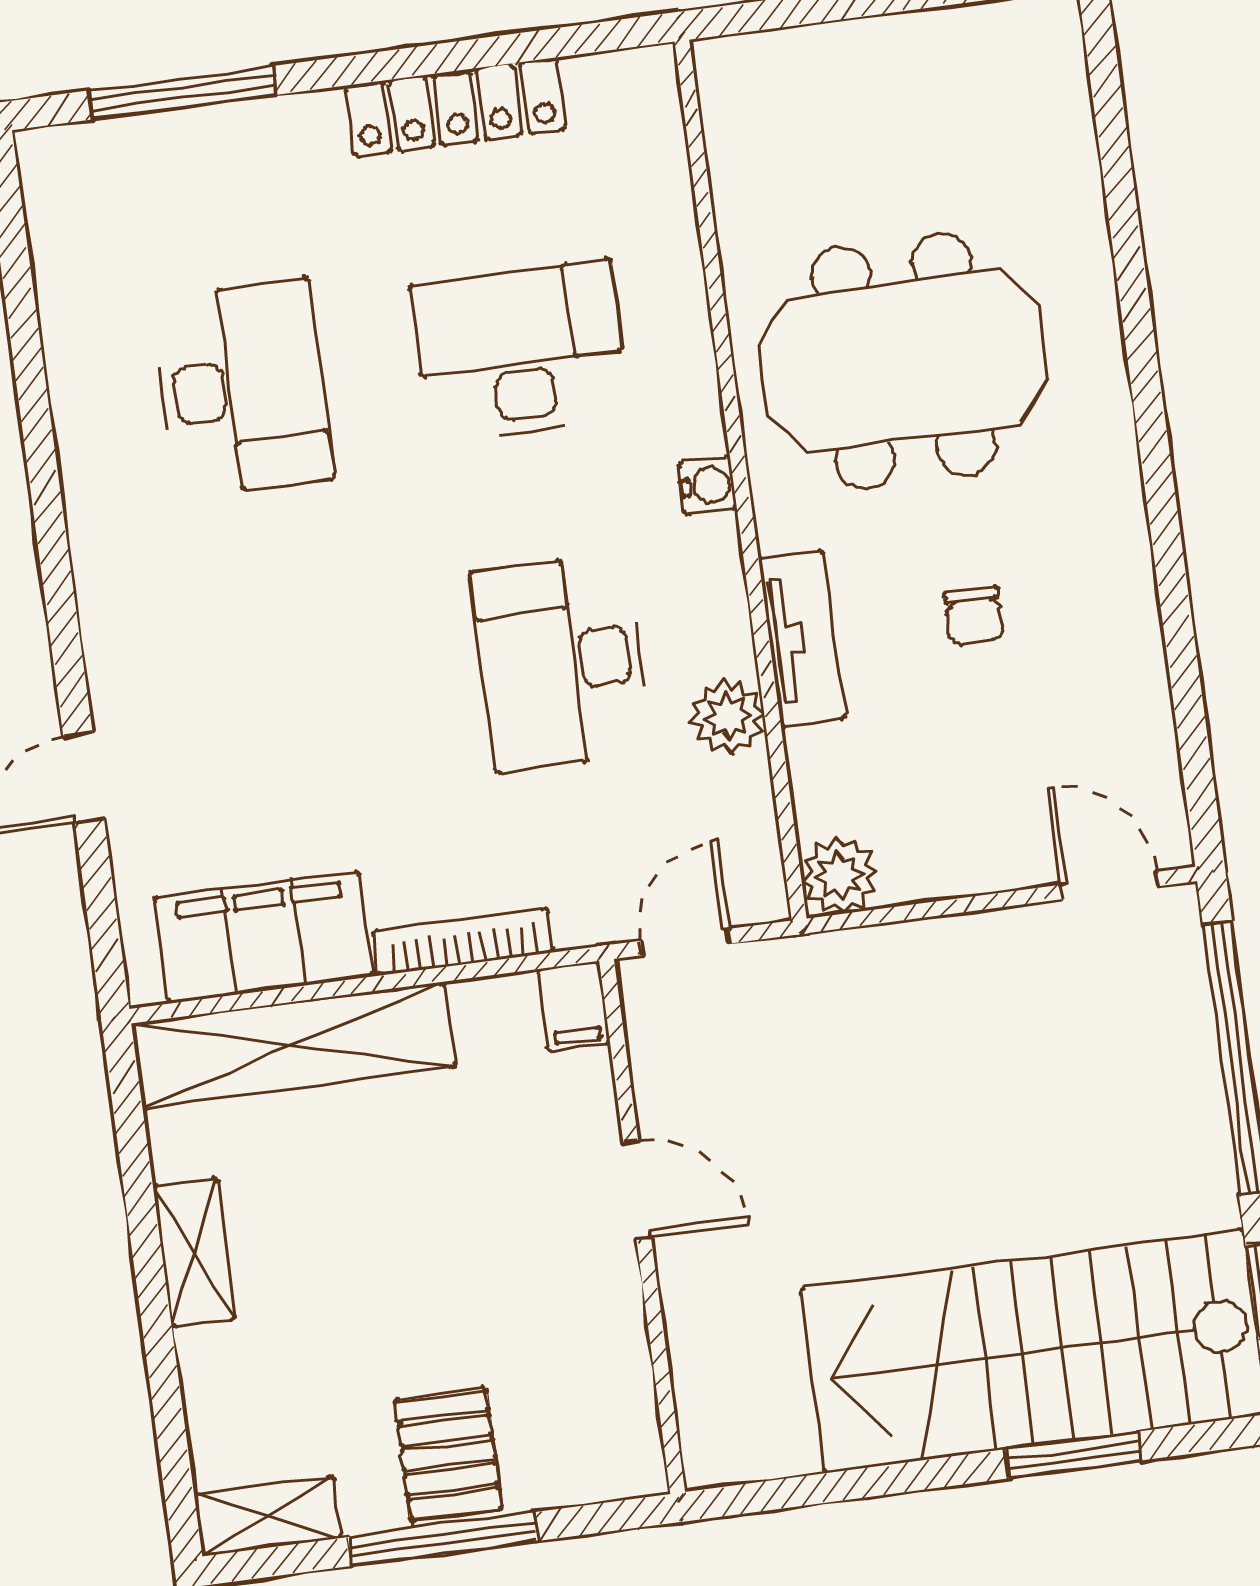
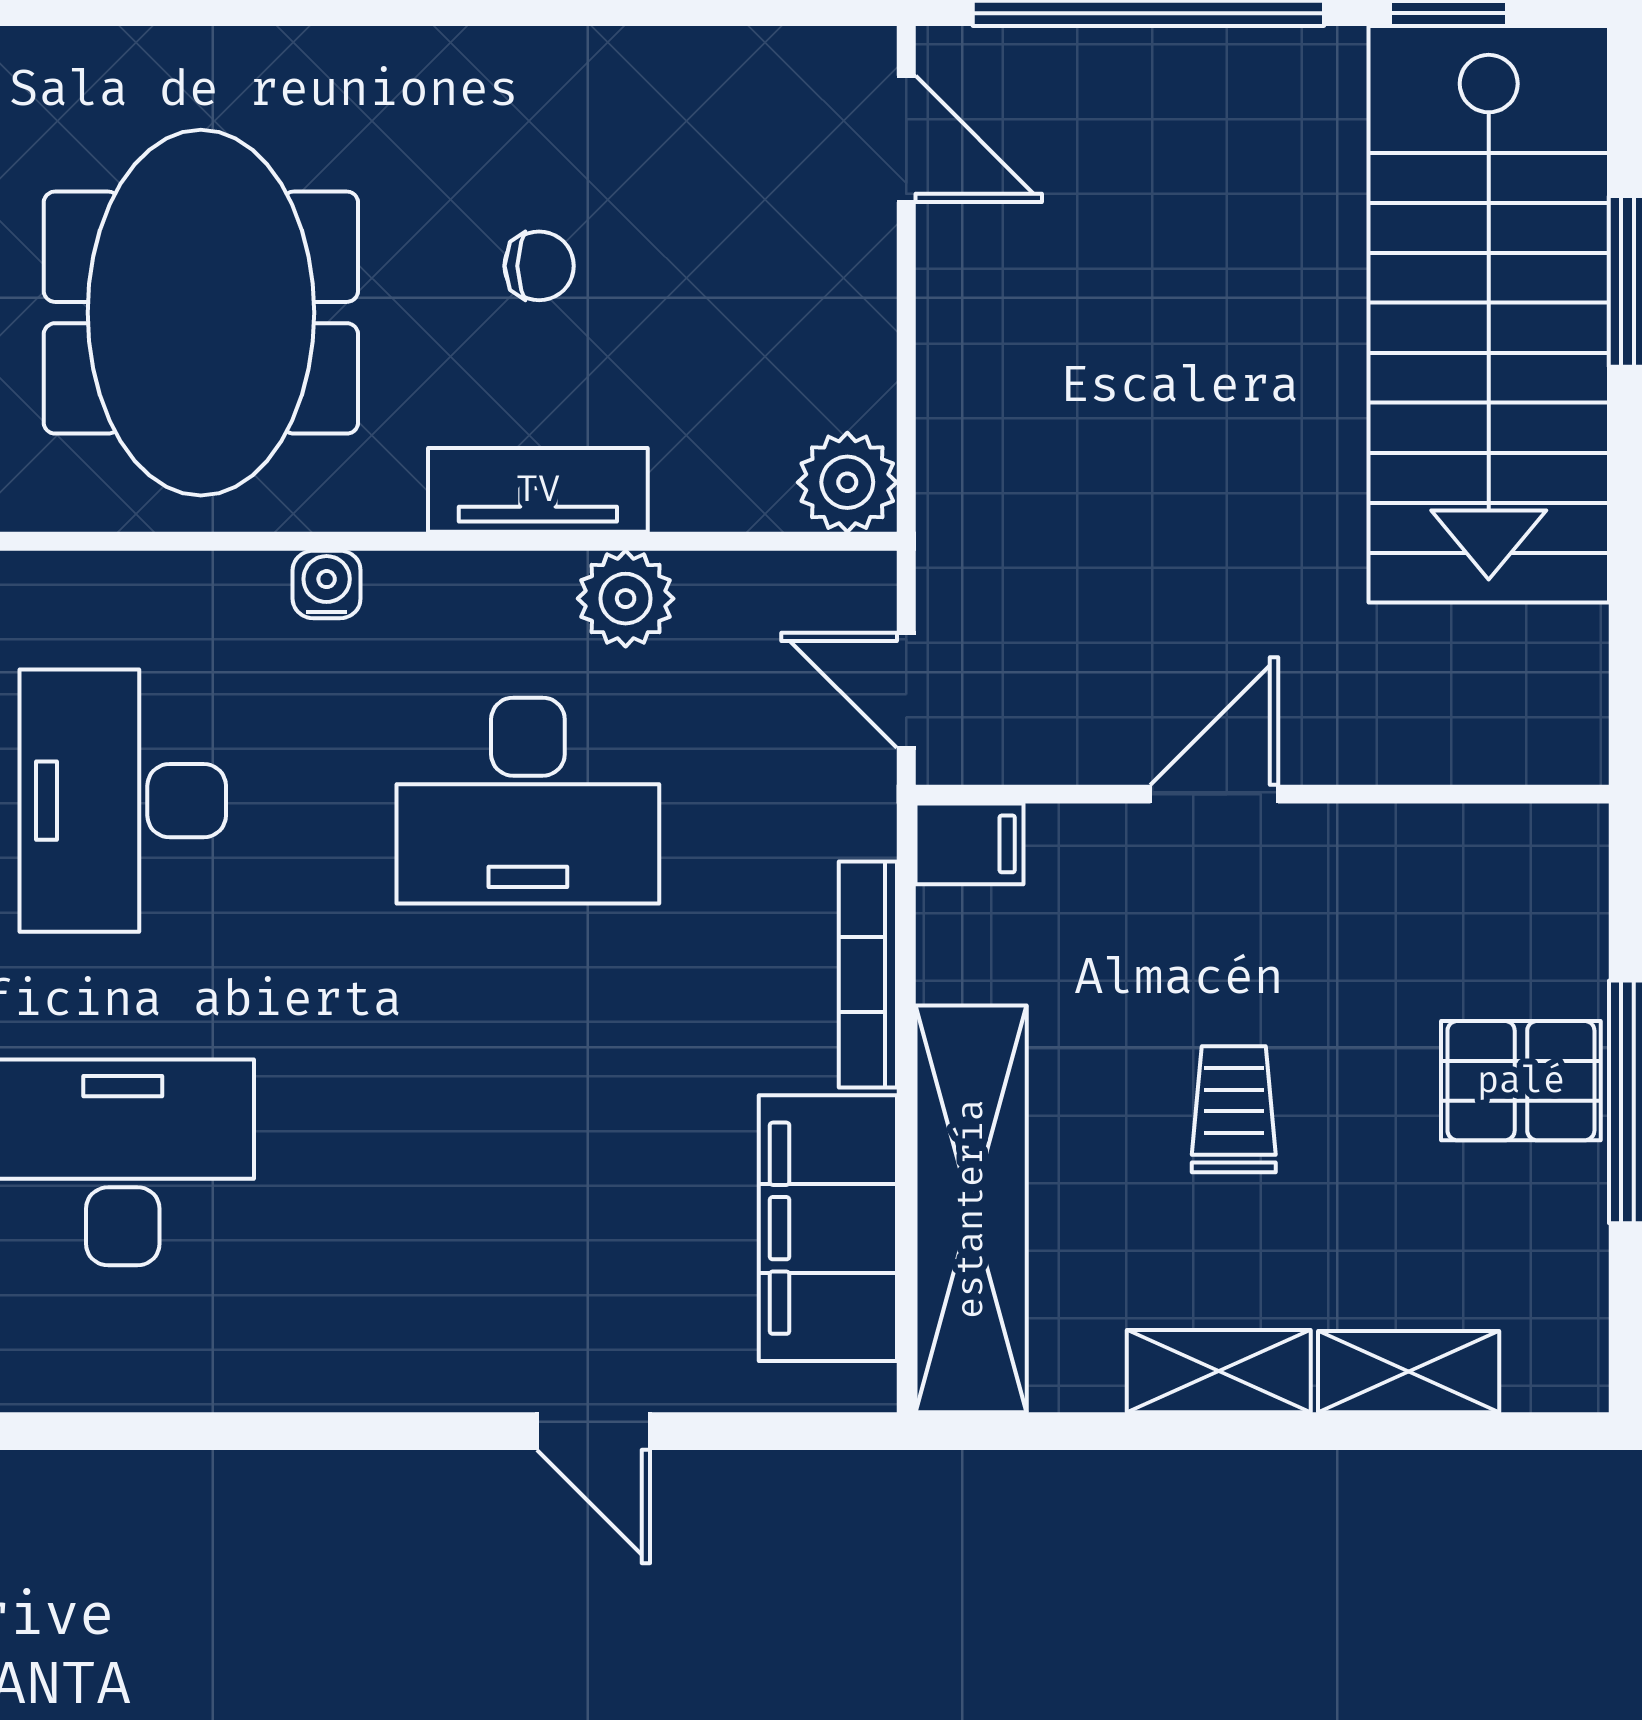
door: (1109, 885) -> (906, 139), swing flipped
trolley: (397, 1237) -> (1234, 1109), added
shelving: (268, 1516) -> (1409, 1372), moved, turned 90

